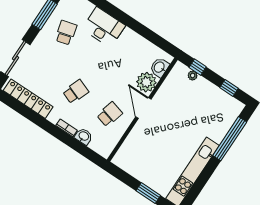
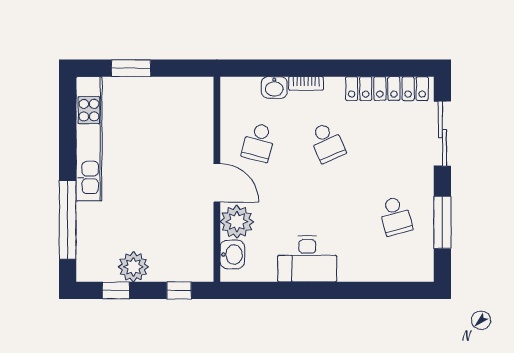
desk: (104, 27) -> (307, 259), moved
plant: (193, 76) -> (133, 267), moved, width x1.88, depth x1.88
school desk: (76, 92) -> (327, 142), turned -45

